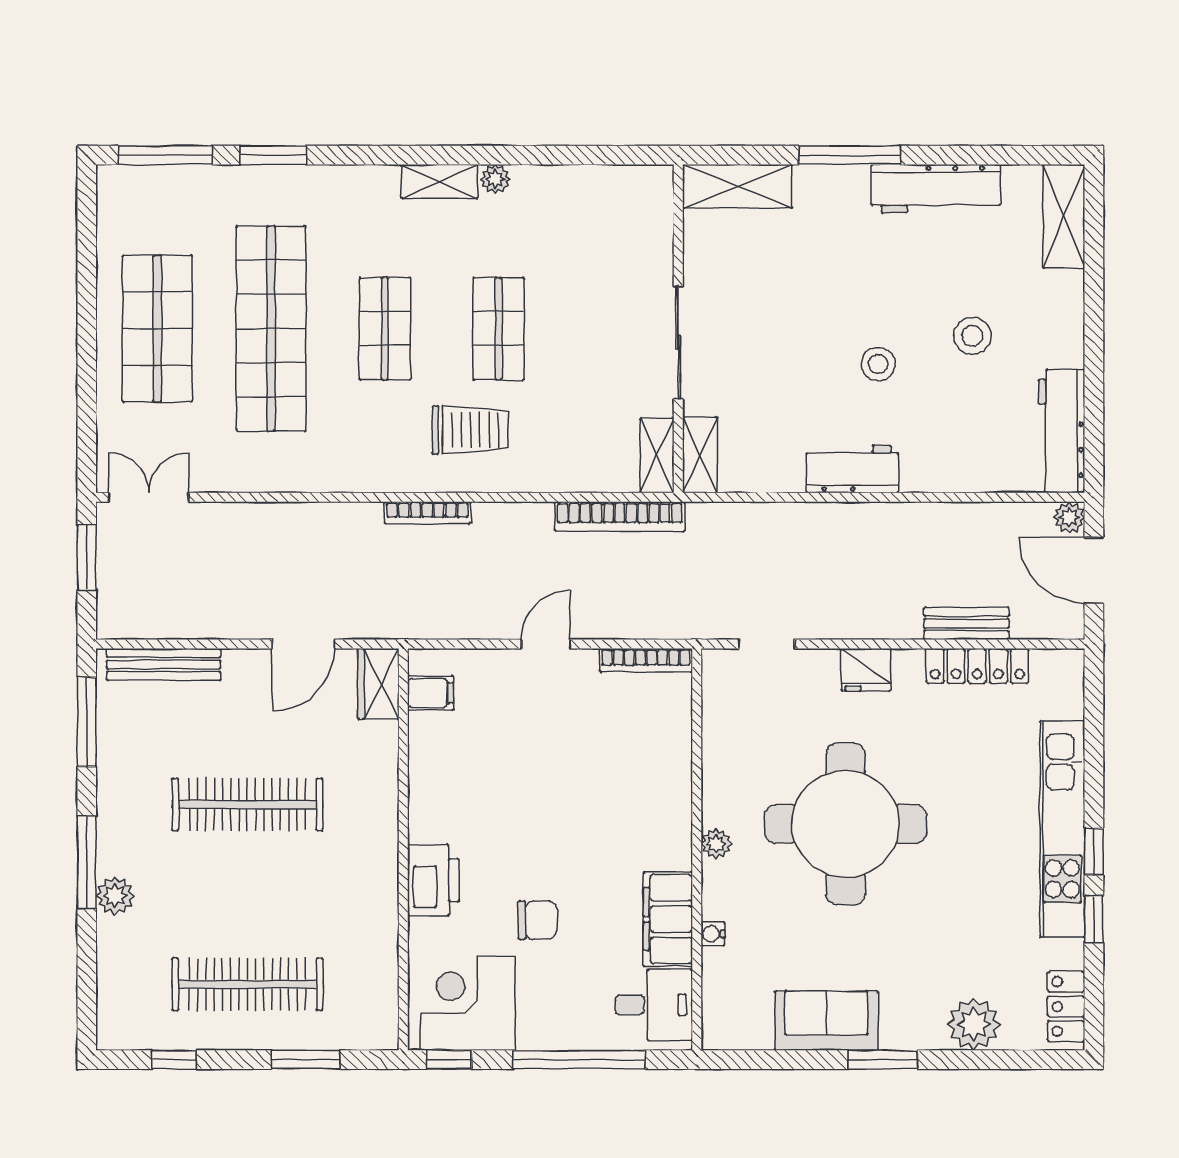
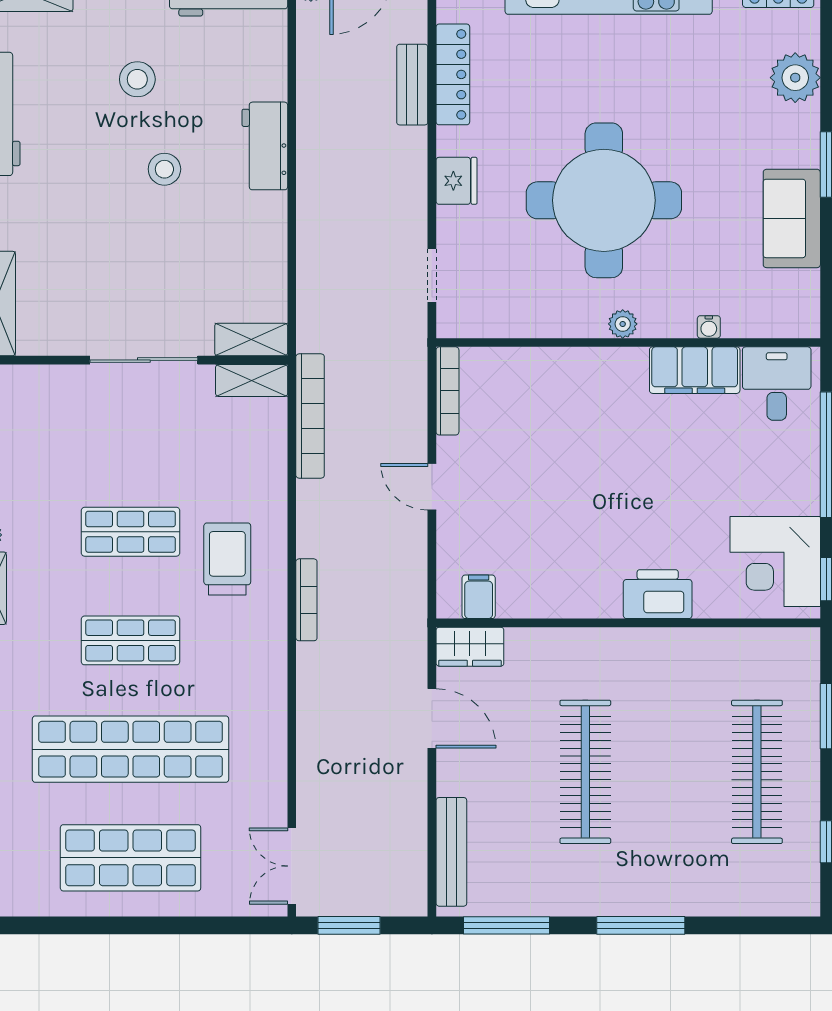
workbench: (852, 469) -> (265, 146), moved
plant: (115, 896) -> (672, 898), removed
chair: (537, 920) -> (696, 495), removed

